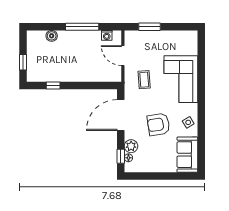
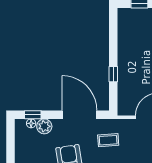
coffee table: (144, 80) -> (108, 140), moved
window: (53, 85) -> (113, 74), moved

